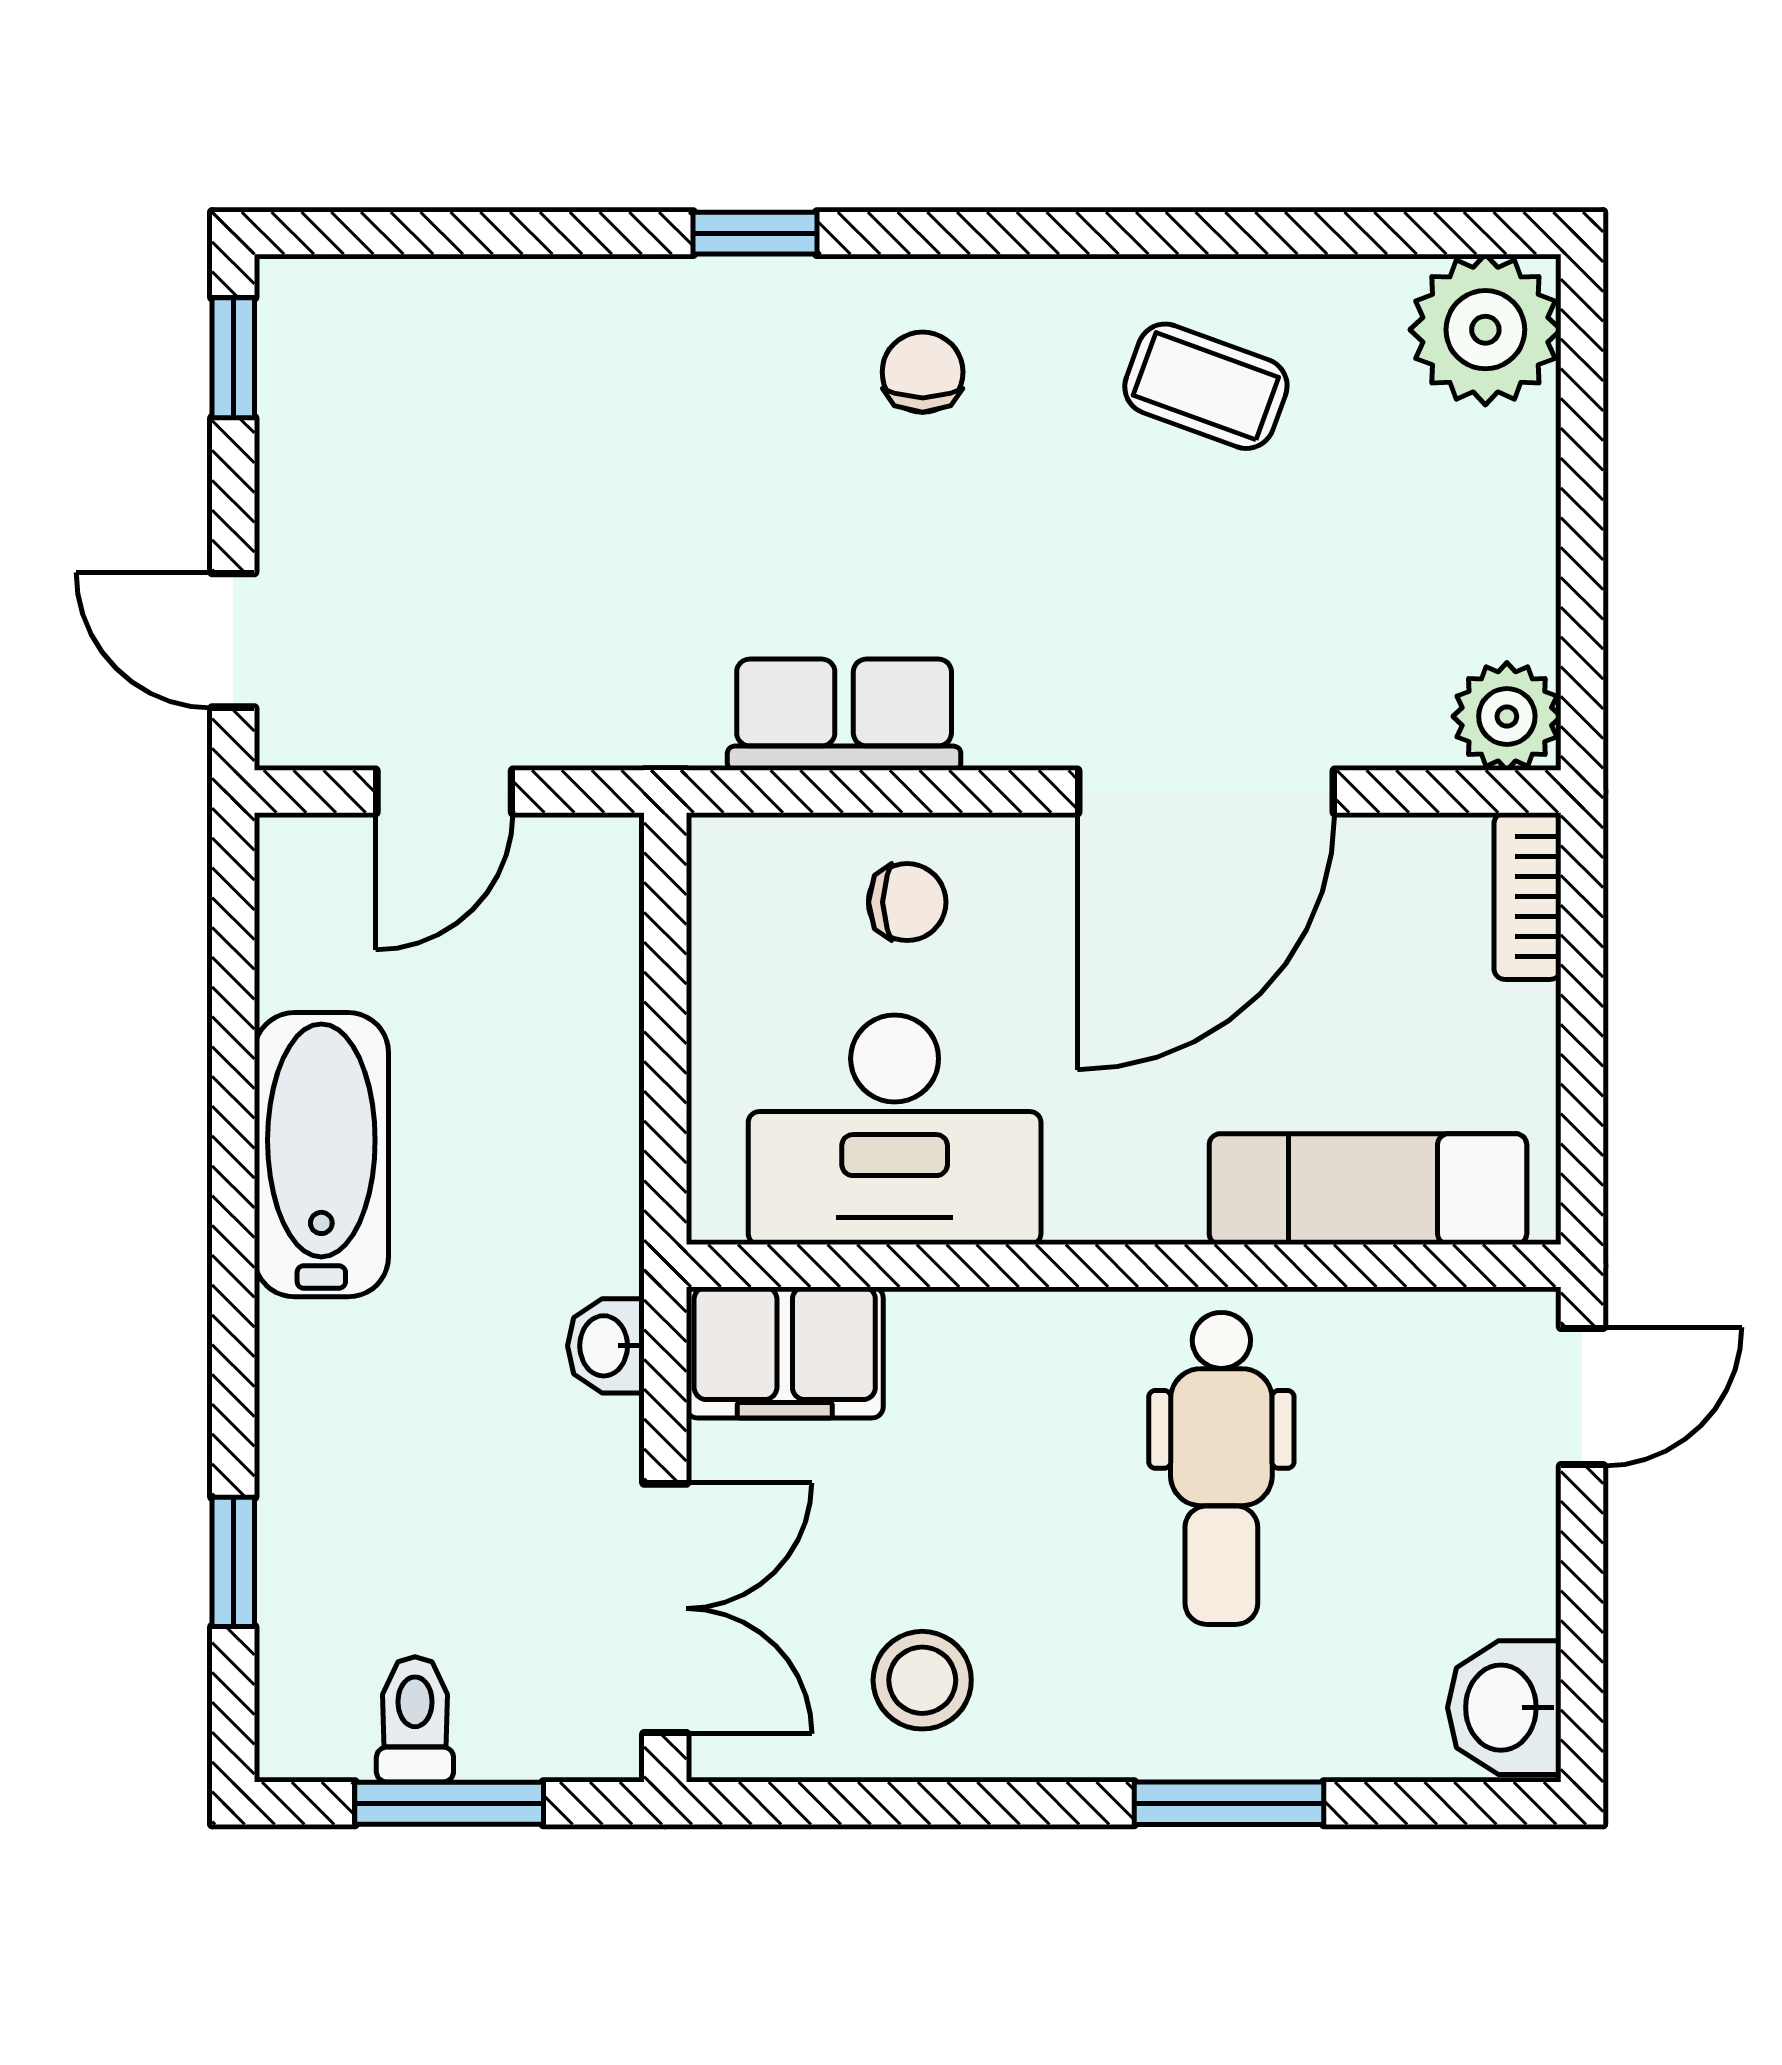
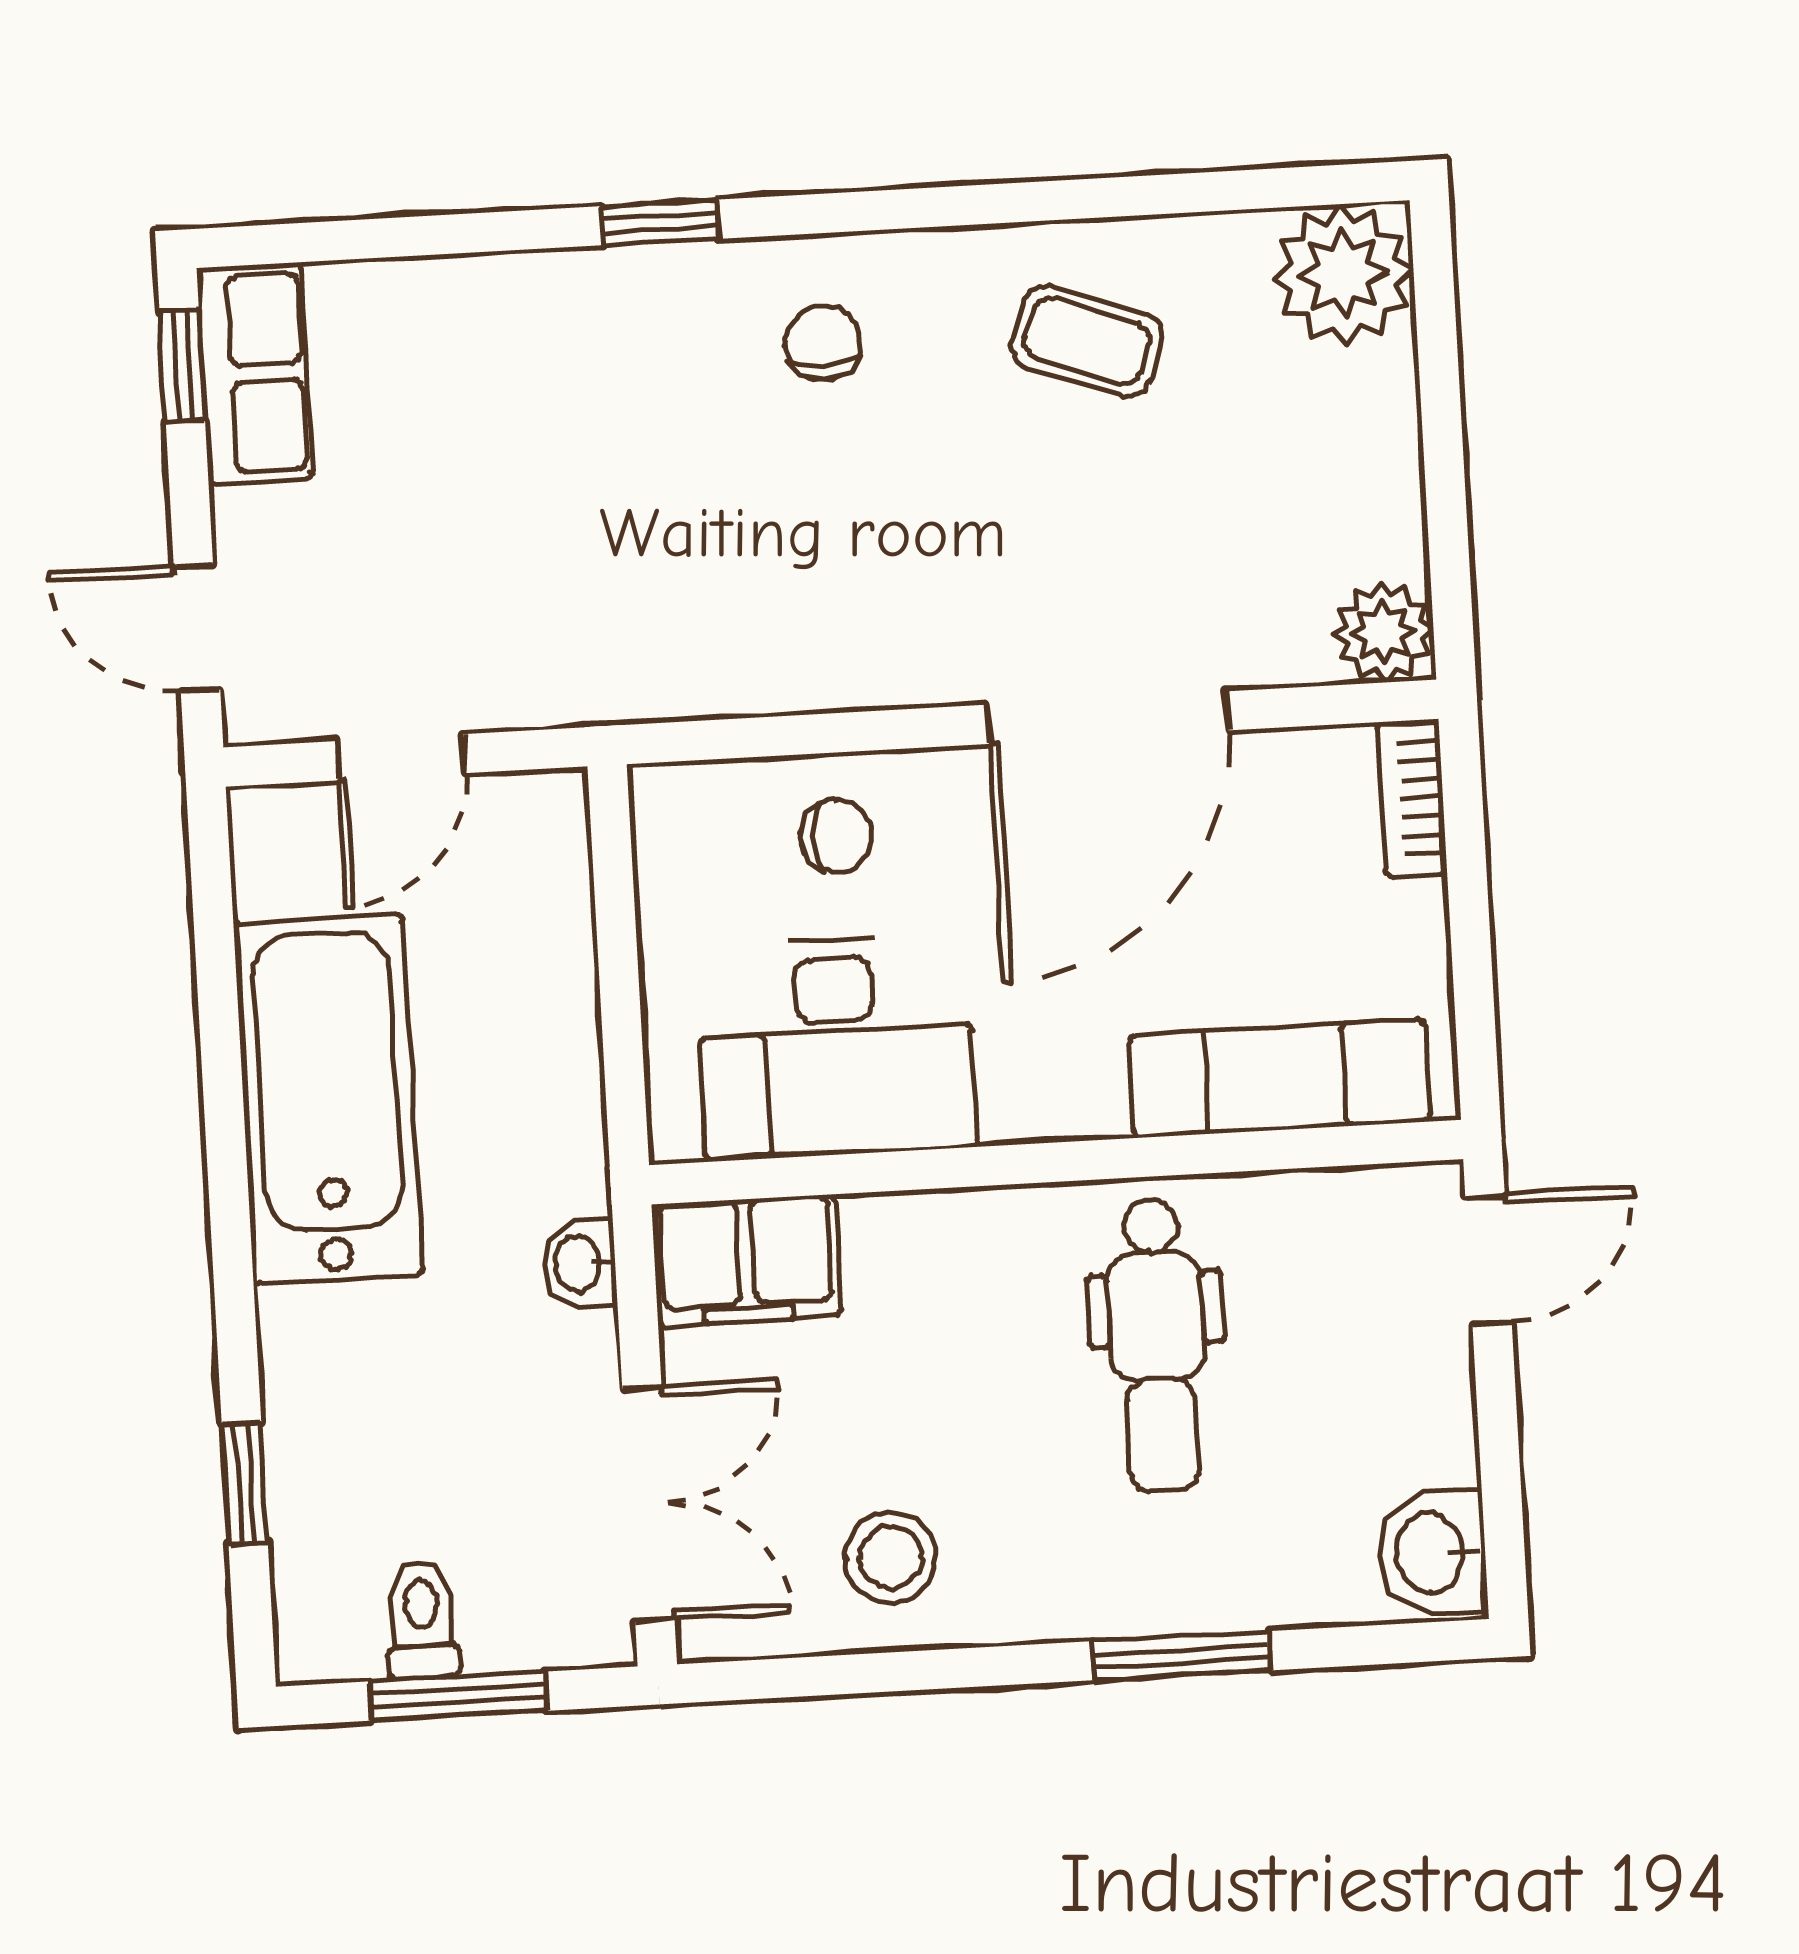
row of seats: (844, 715) -> (254, 373), moved, turned 90
bathtub: (321, 1155) -> (328, 1099), width x1.36, depth x1.36

